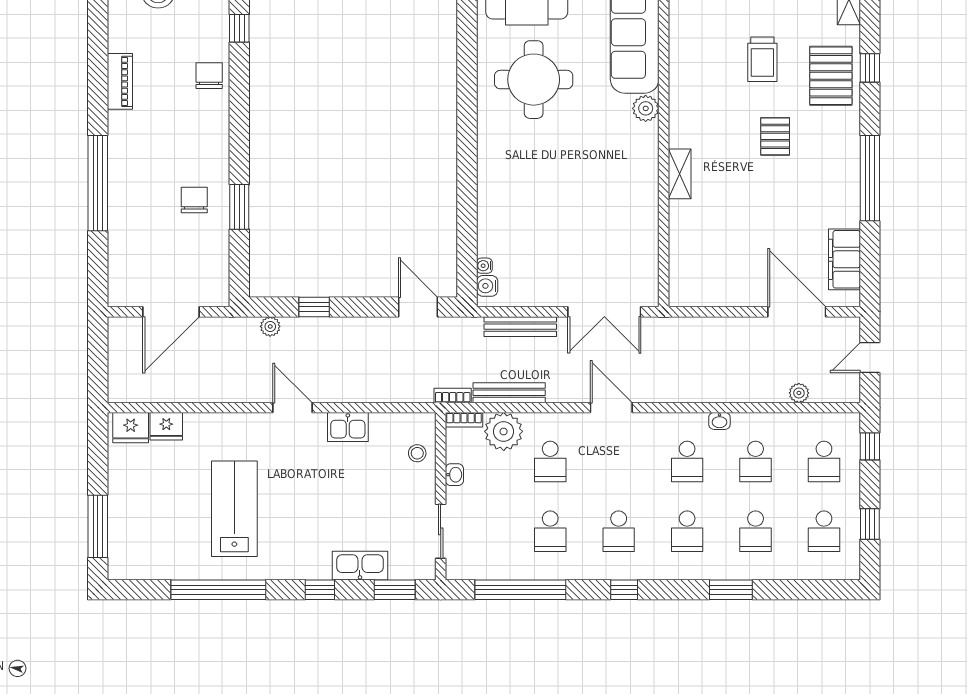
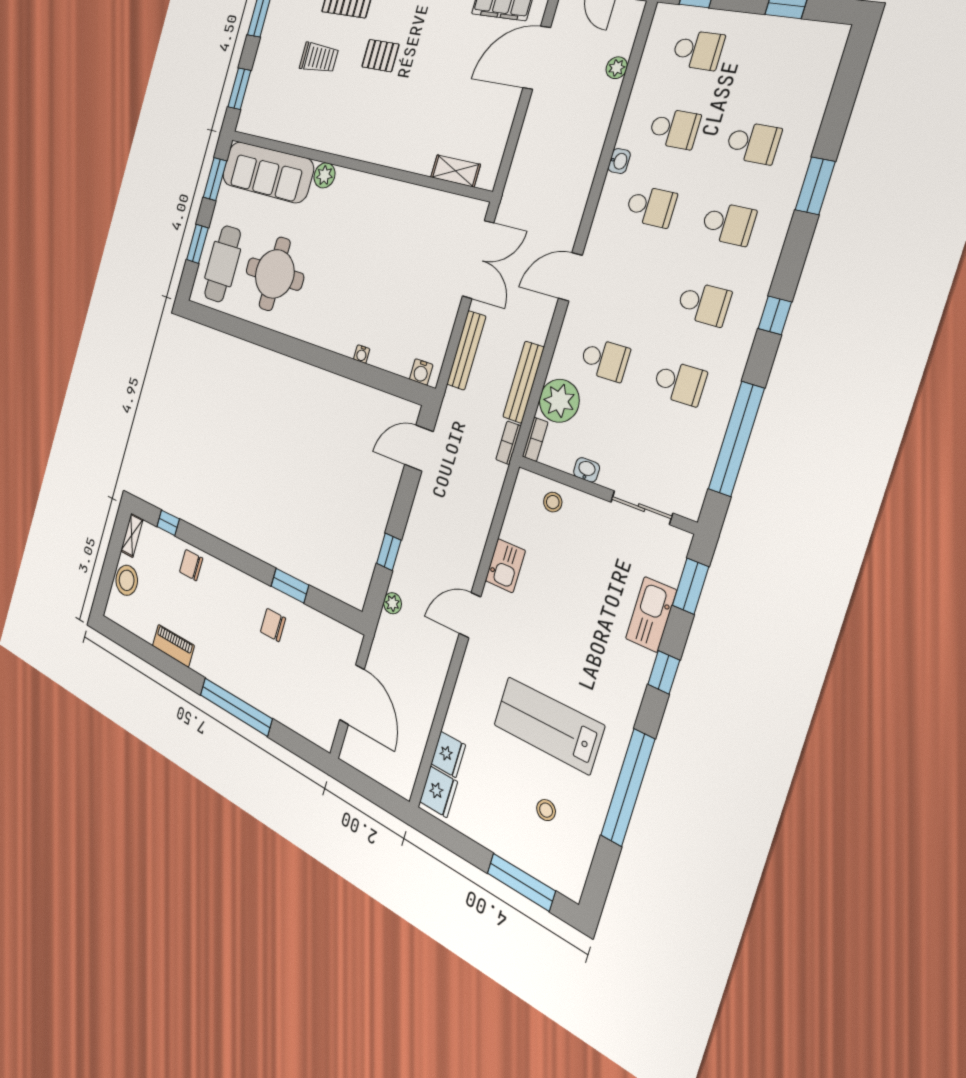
shelving: (680, 174) -> (455, 171), moved
water cooler: (484, 266) -> (362, 354), moved
stool: (166, 529) -> (546, 810), added
school desk: (824, 531) -> (778, 61), removed

